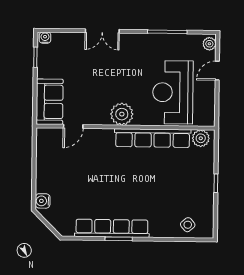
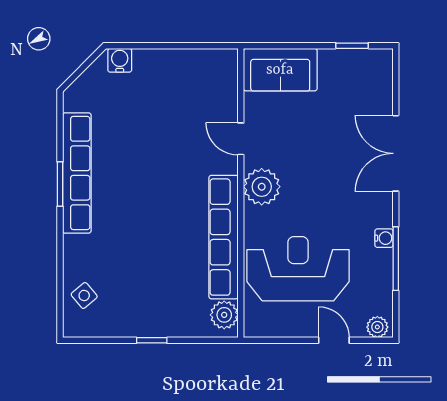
double door: (102, 31) -> (396, 153), width x1.37
water cooler: (45, 38) -> (384, 238), moved
door: (73, 126) -> (241, 139), moved

